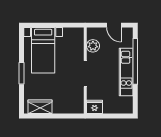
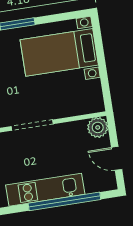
door: (114, 25) -> (117, 158), hinge flipped
plant: (93, 46) -> (98, 127), moved

